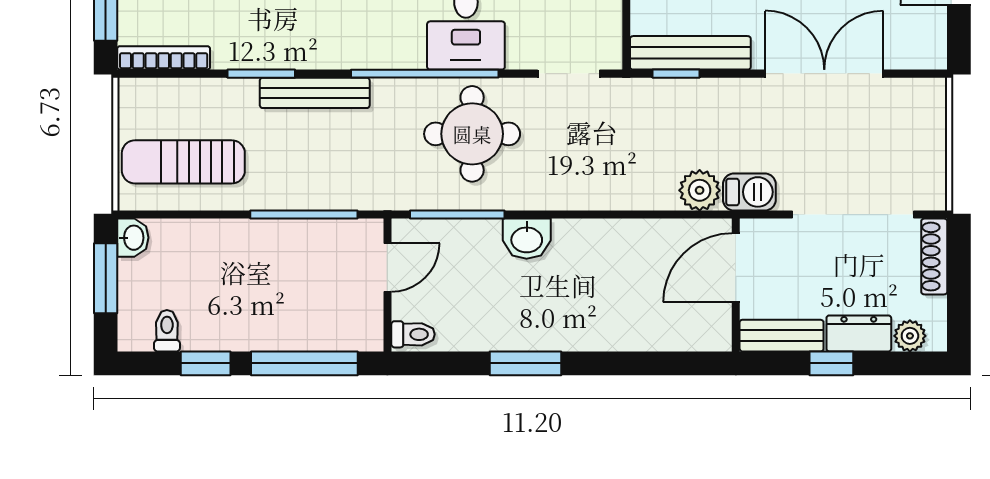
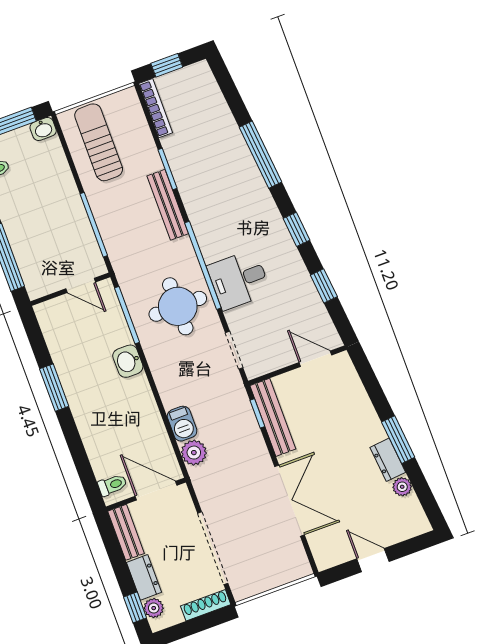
barbecue: (749, 192) -> (182, 424), moved
toilet: (413, 334) -> (112, 485), moved, turned -90
window: (831, 363) -> (135, 607), moved

